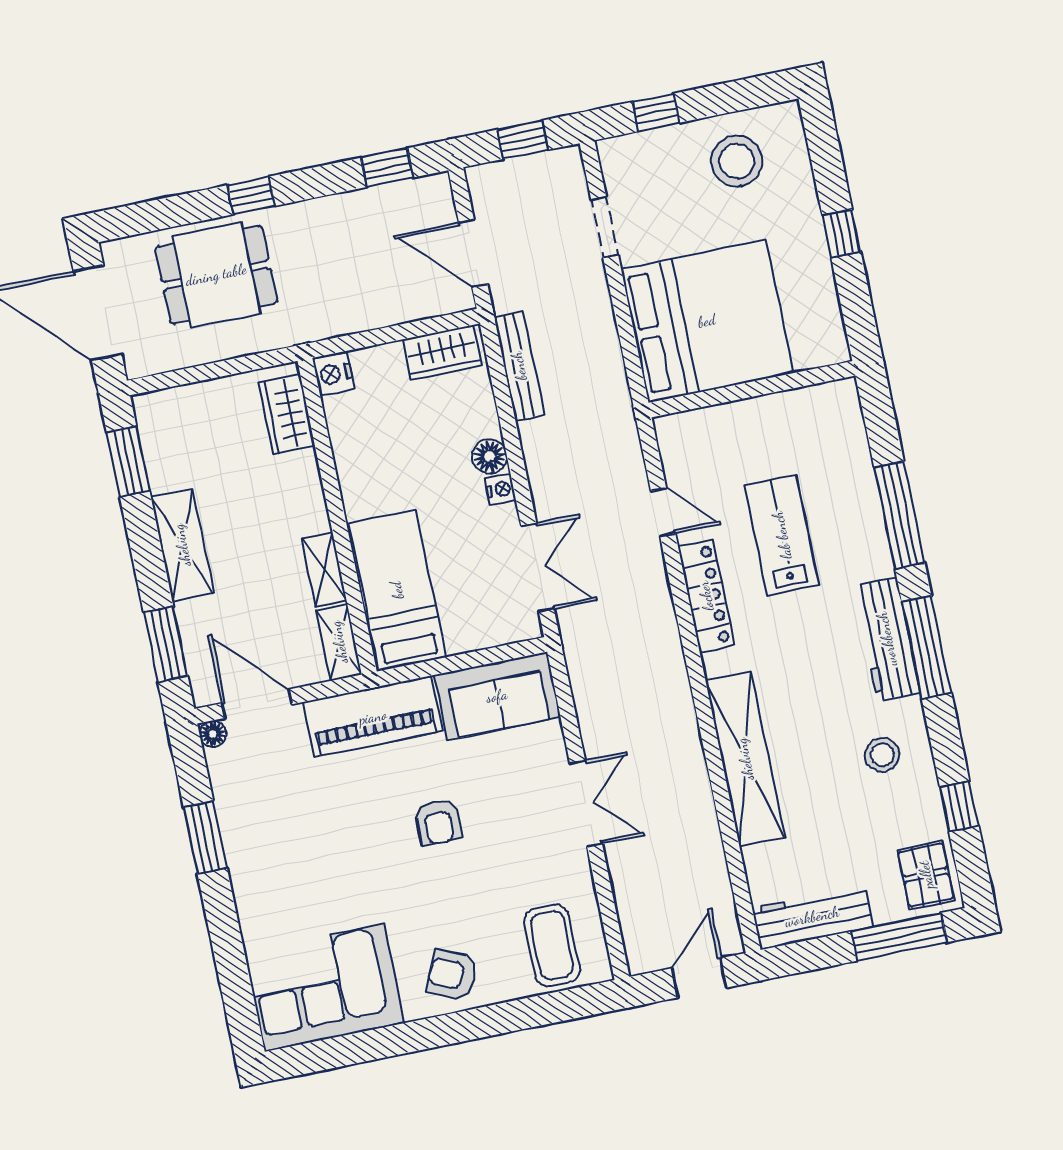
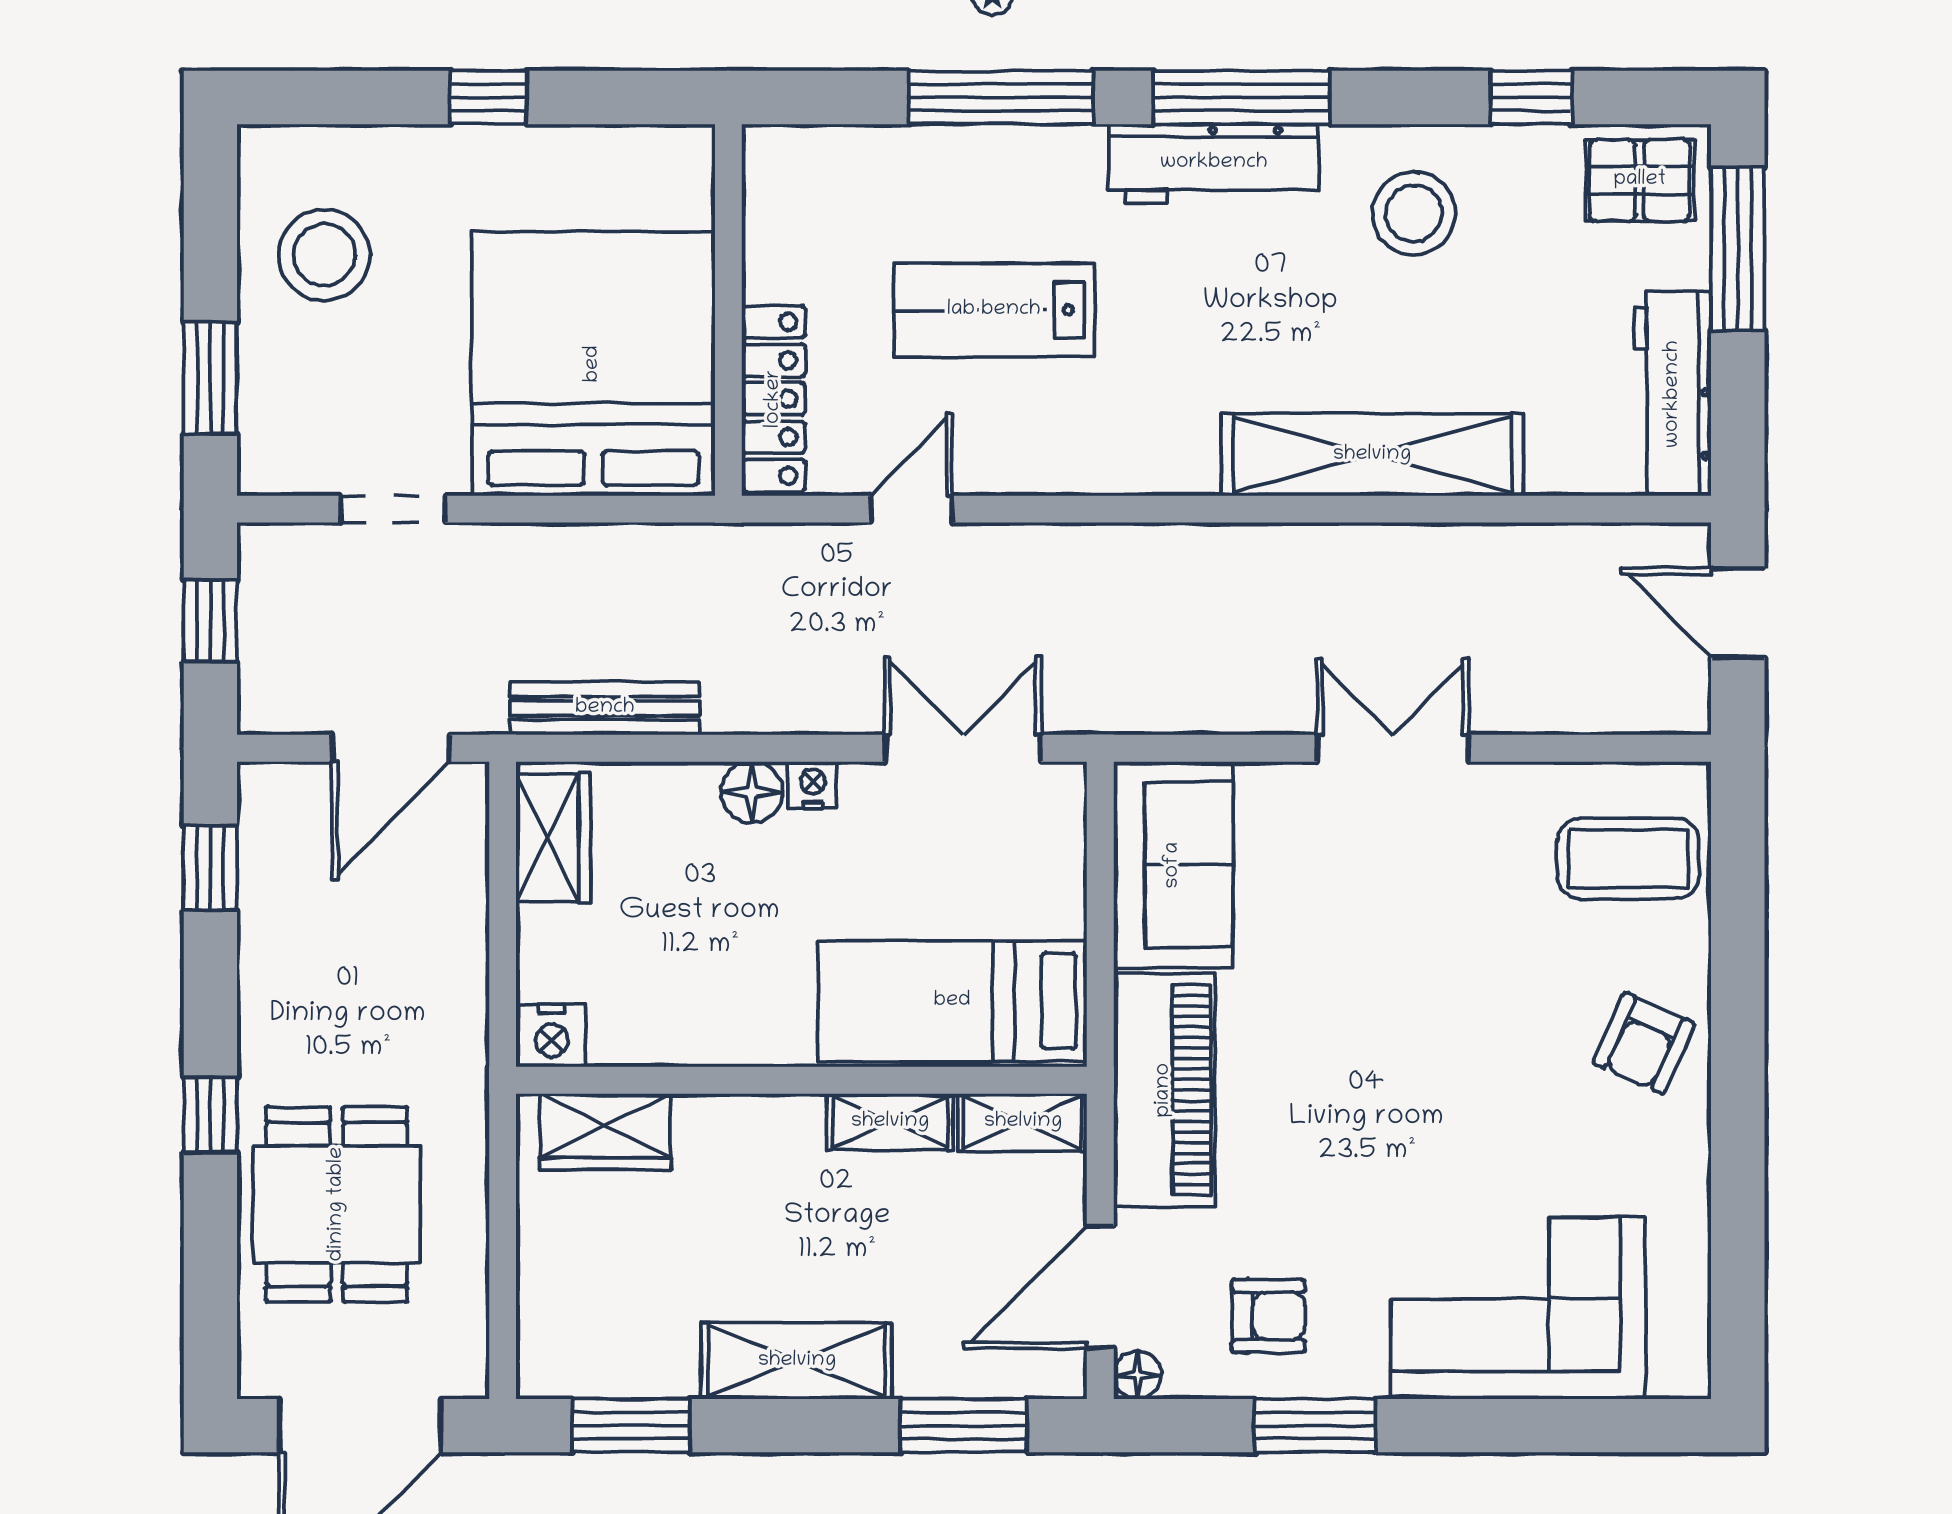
window: (656, 112) -> (210, 378), width x1.50
locker: (706, 596) -> (774, 399), moved, turned 90
stool: (882, 755) -> (1414, 213), width x1.38, depth x1.38
armchair: (438, 822) -> (1268, 1316), moved
corner sofa: (324, 988) -> (1518, 1308), moved, turned 90

